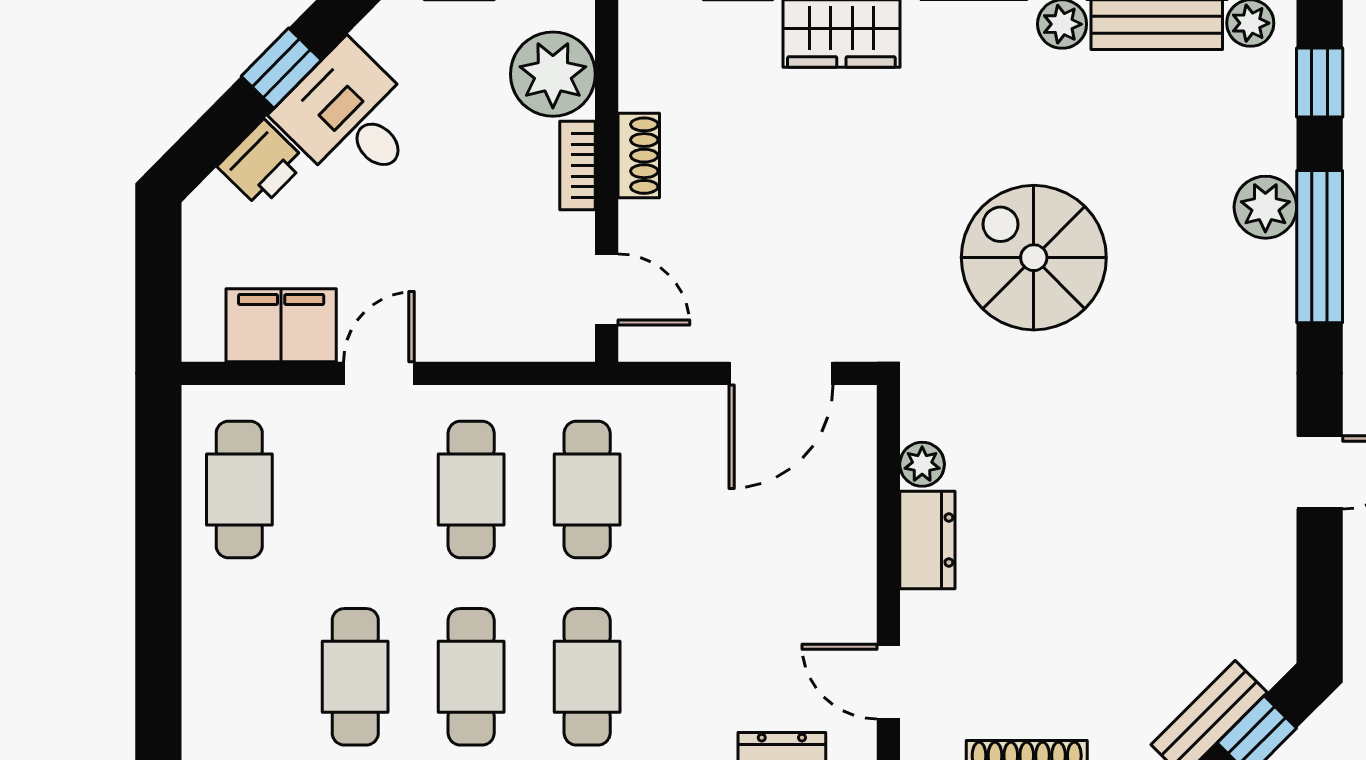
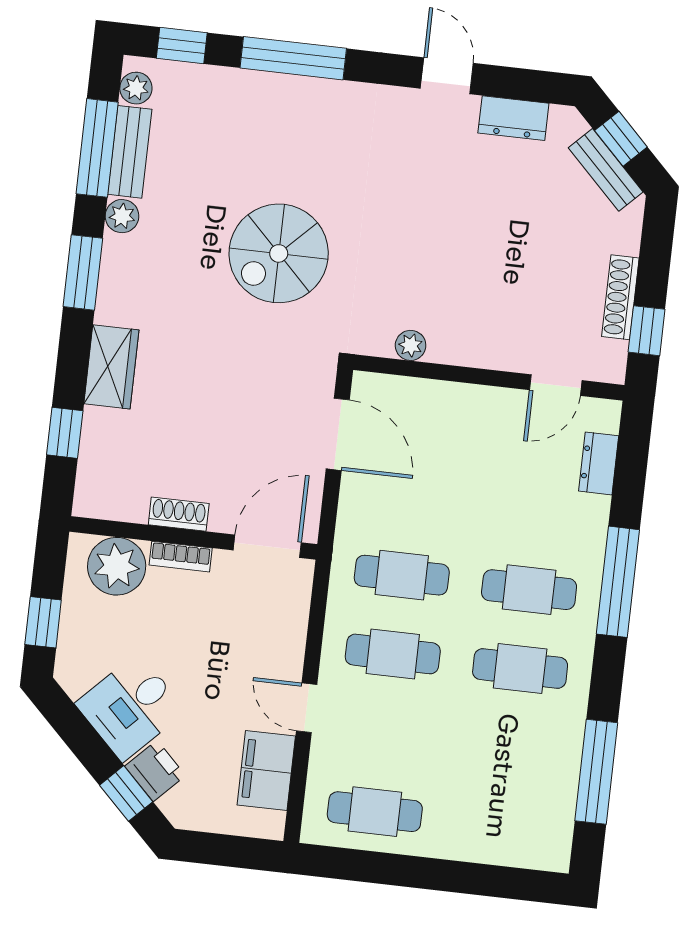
window: (281, 68) -> (126, 793), moved
plant: (1265, 207) -> (262, 92), removed
door: (607, 290) -> (267, 546), width x1.38
dresser: (927, 540) -> (513, 118), moved, turned 180
cafe table: (355, 677) -> (511, 747), removed

